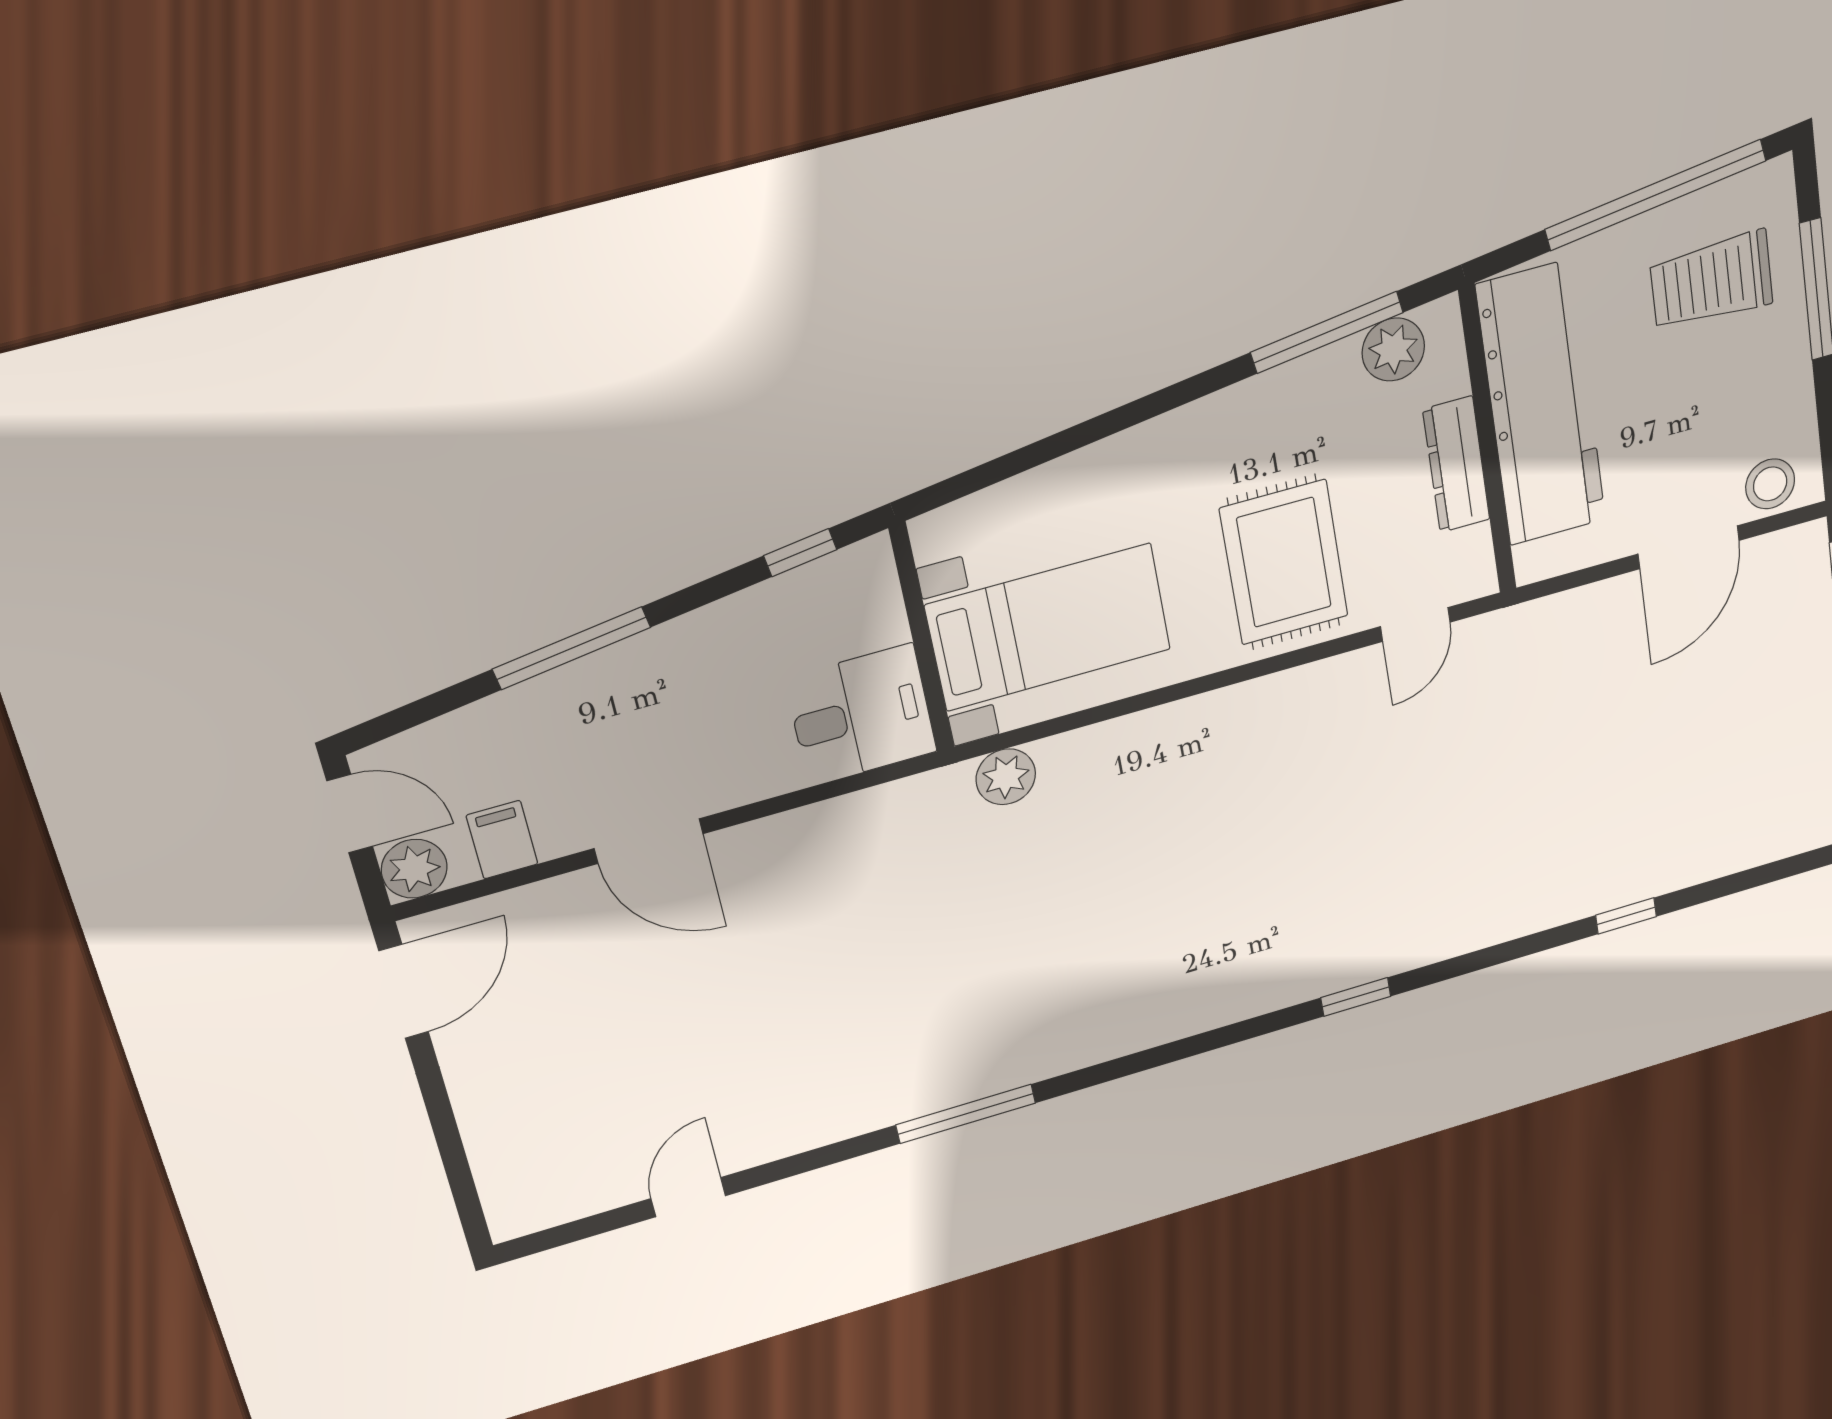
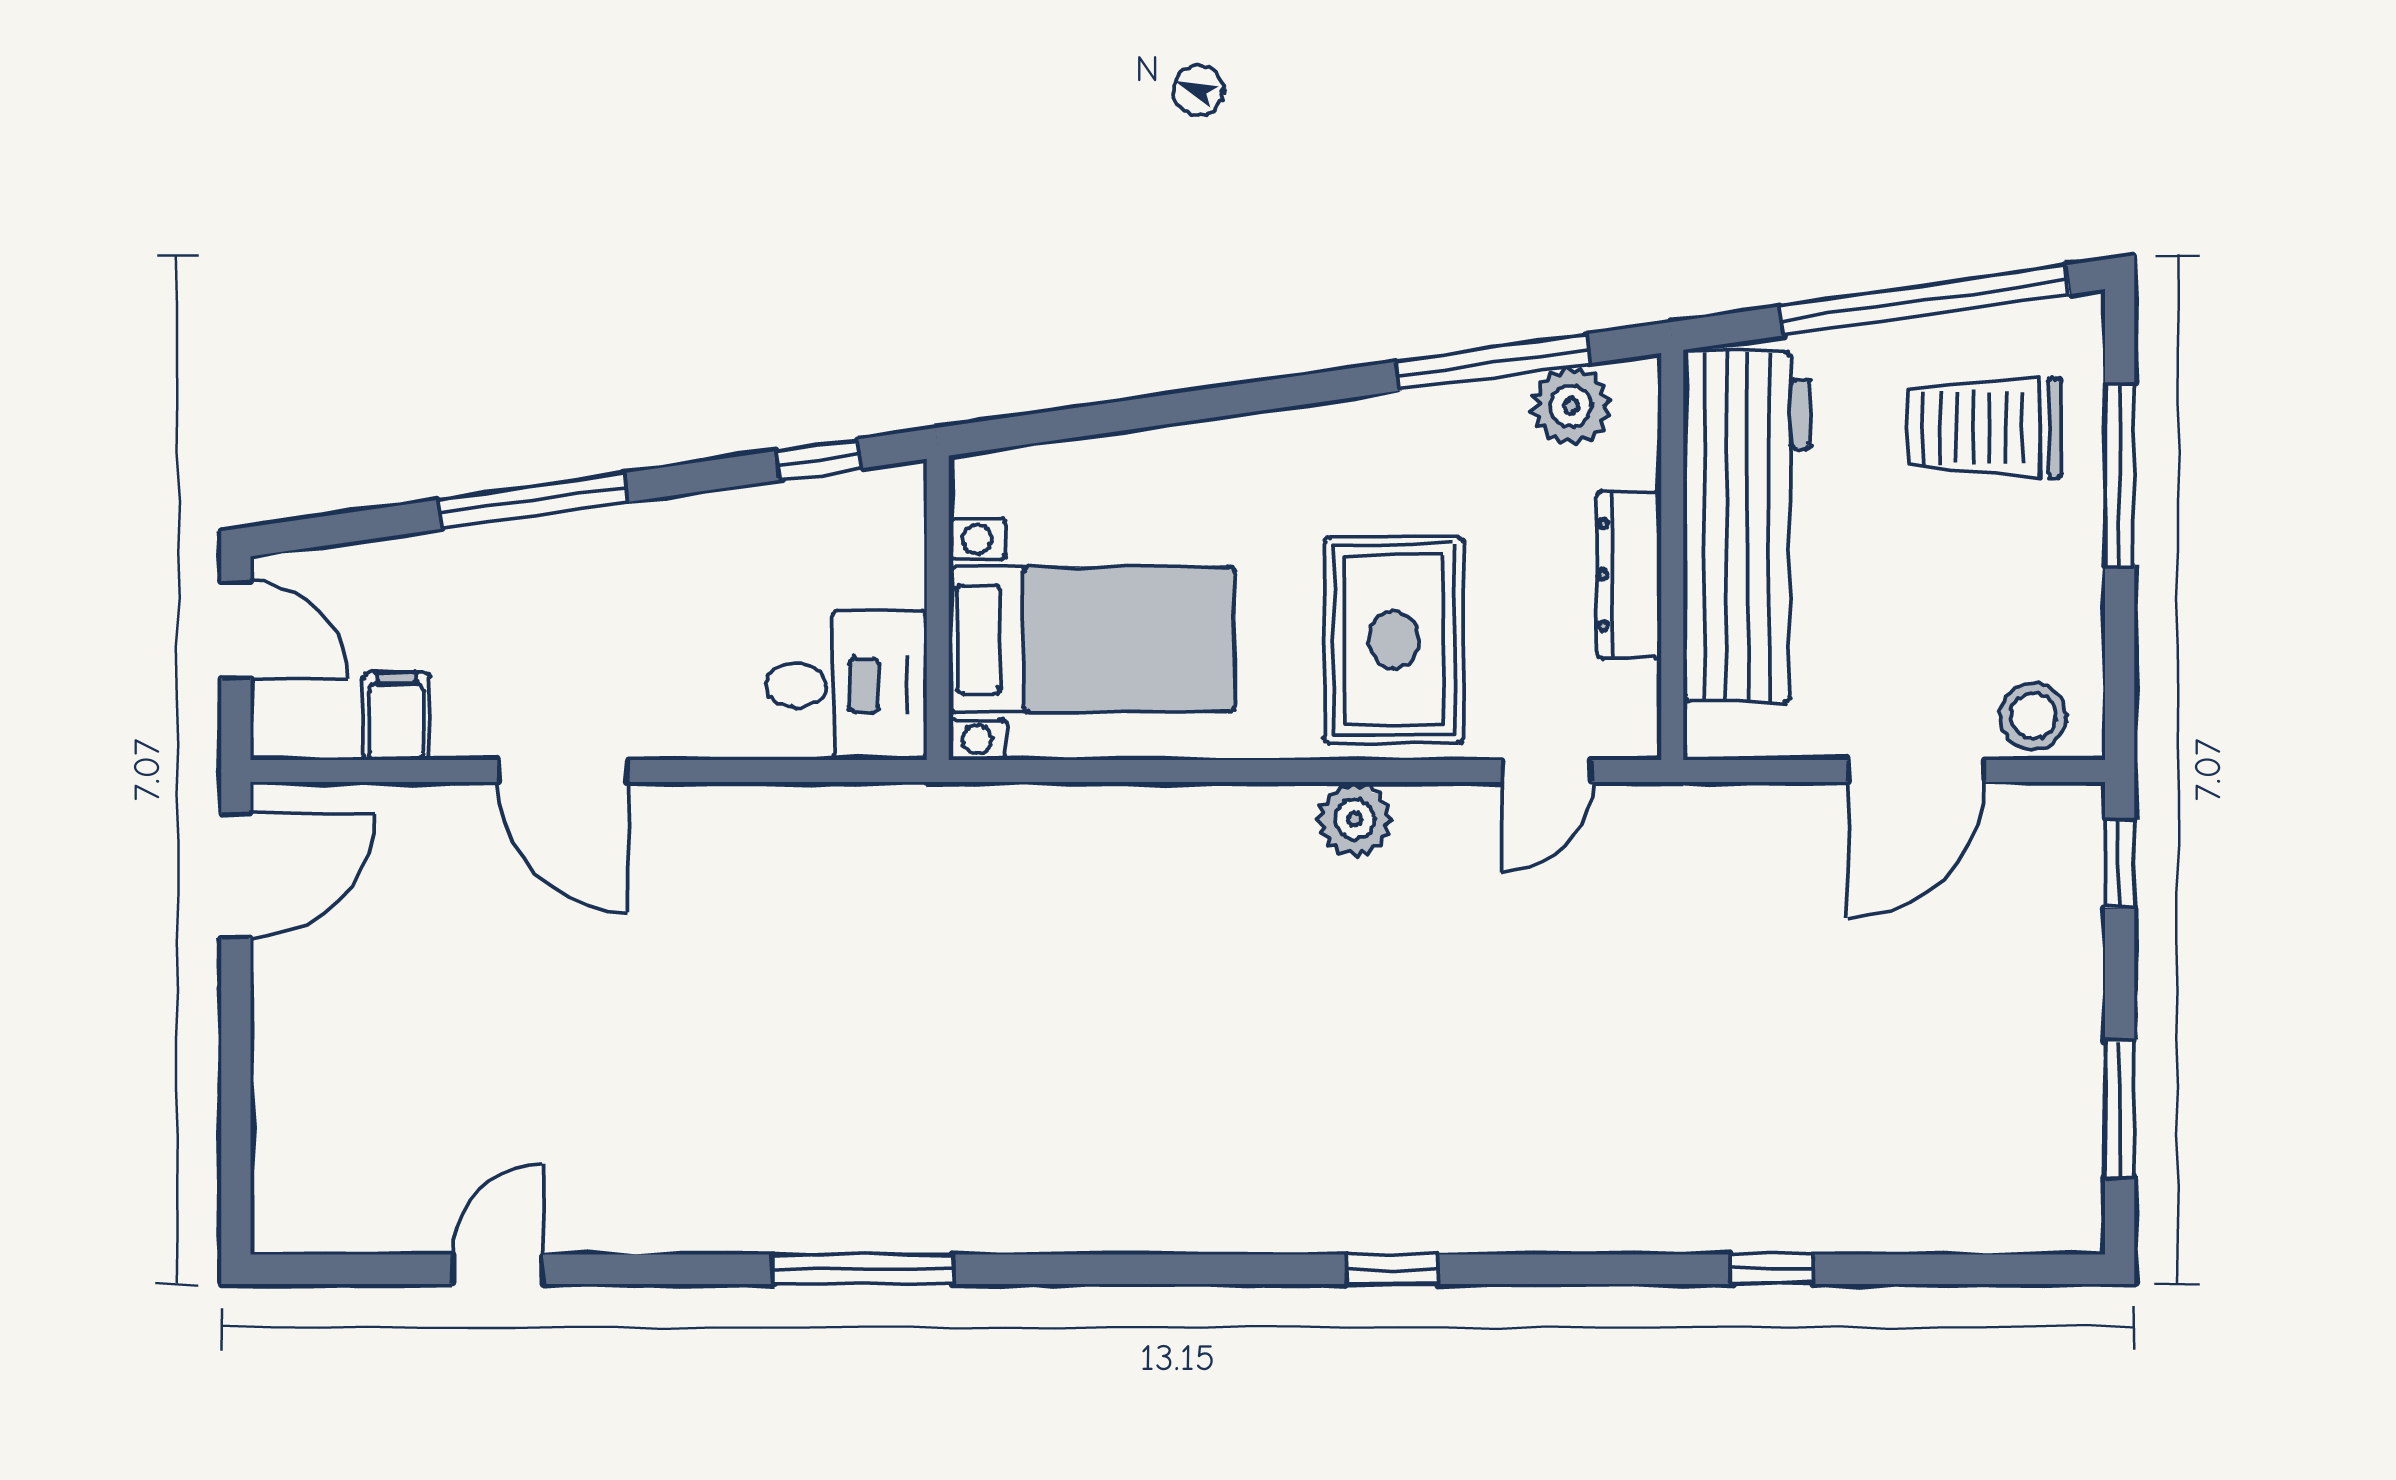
plant: (1006, 777) -> (1355, 819), moved
plant: (414, 869) -> (289, 722), removed

